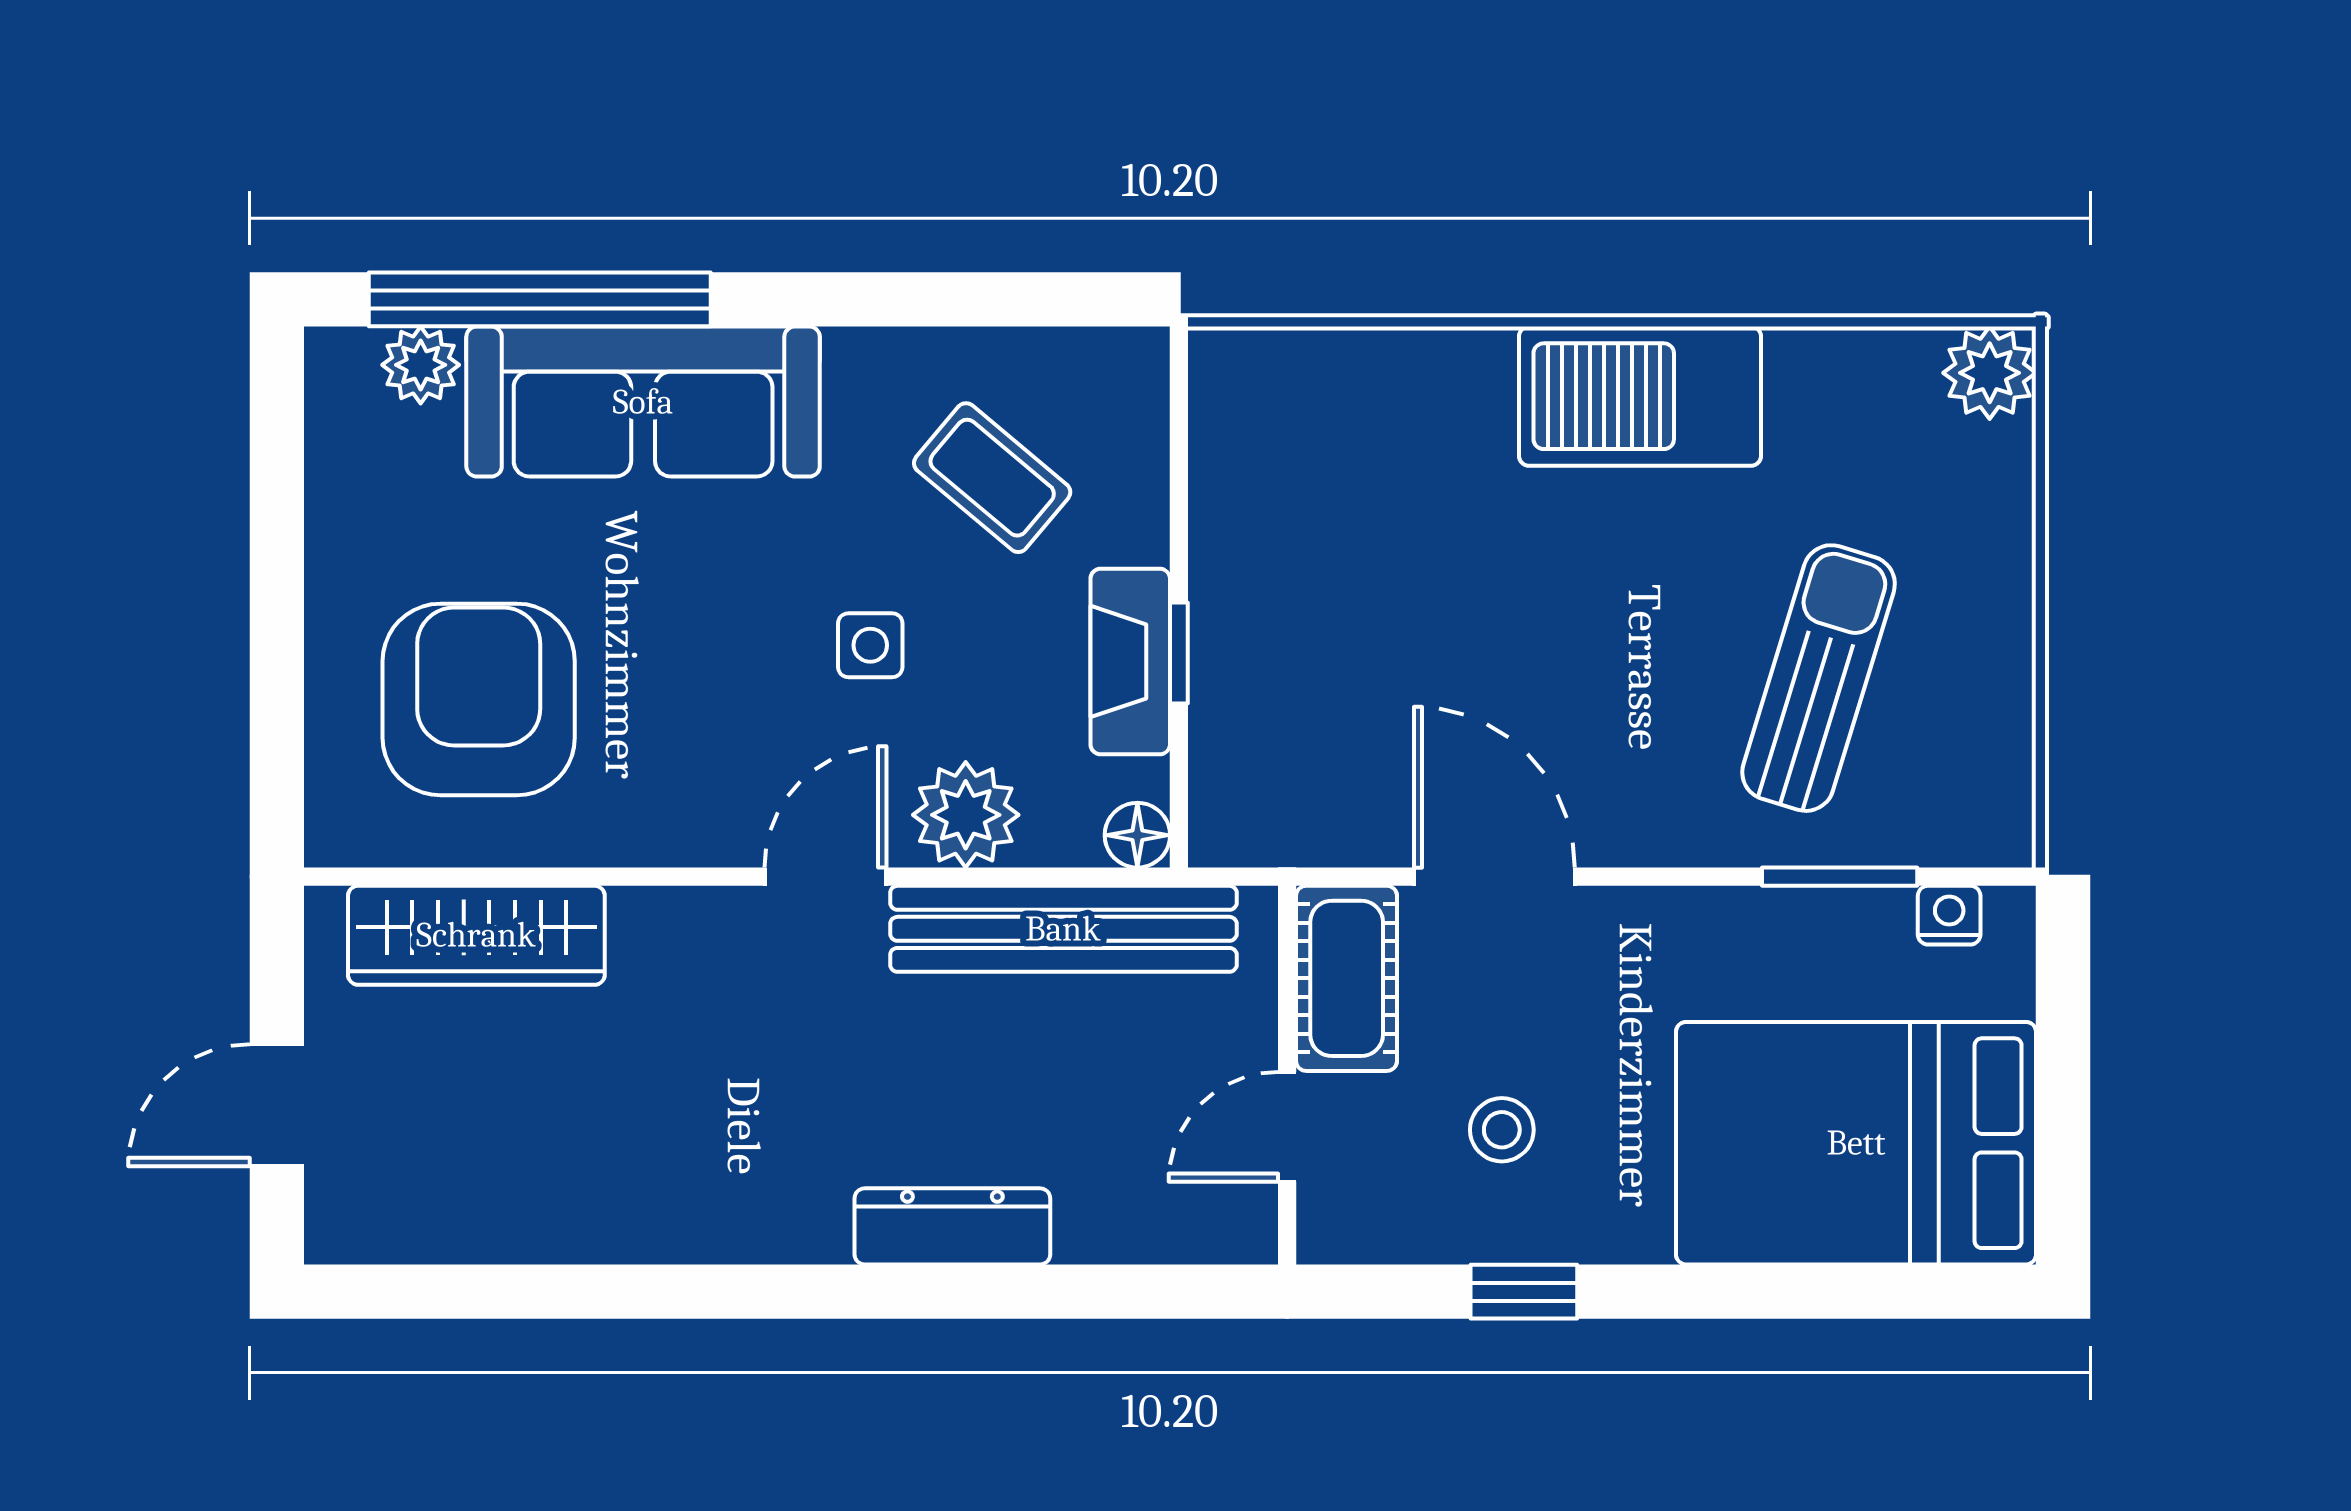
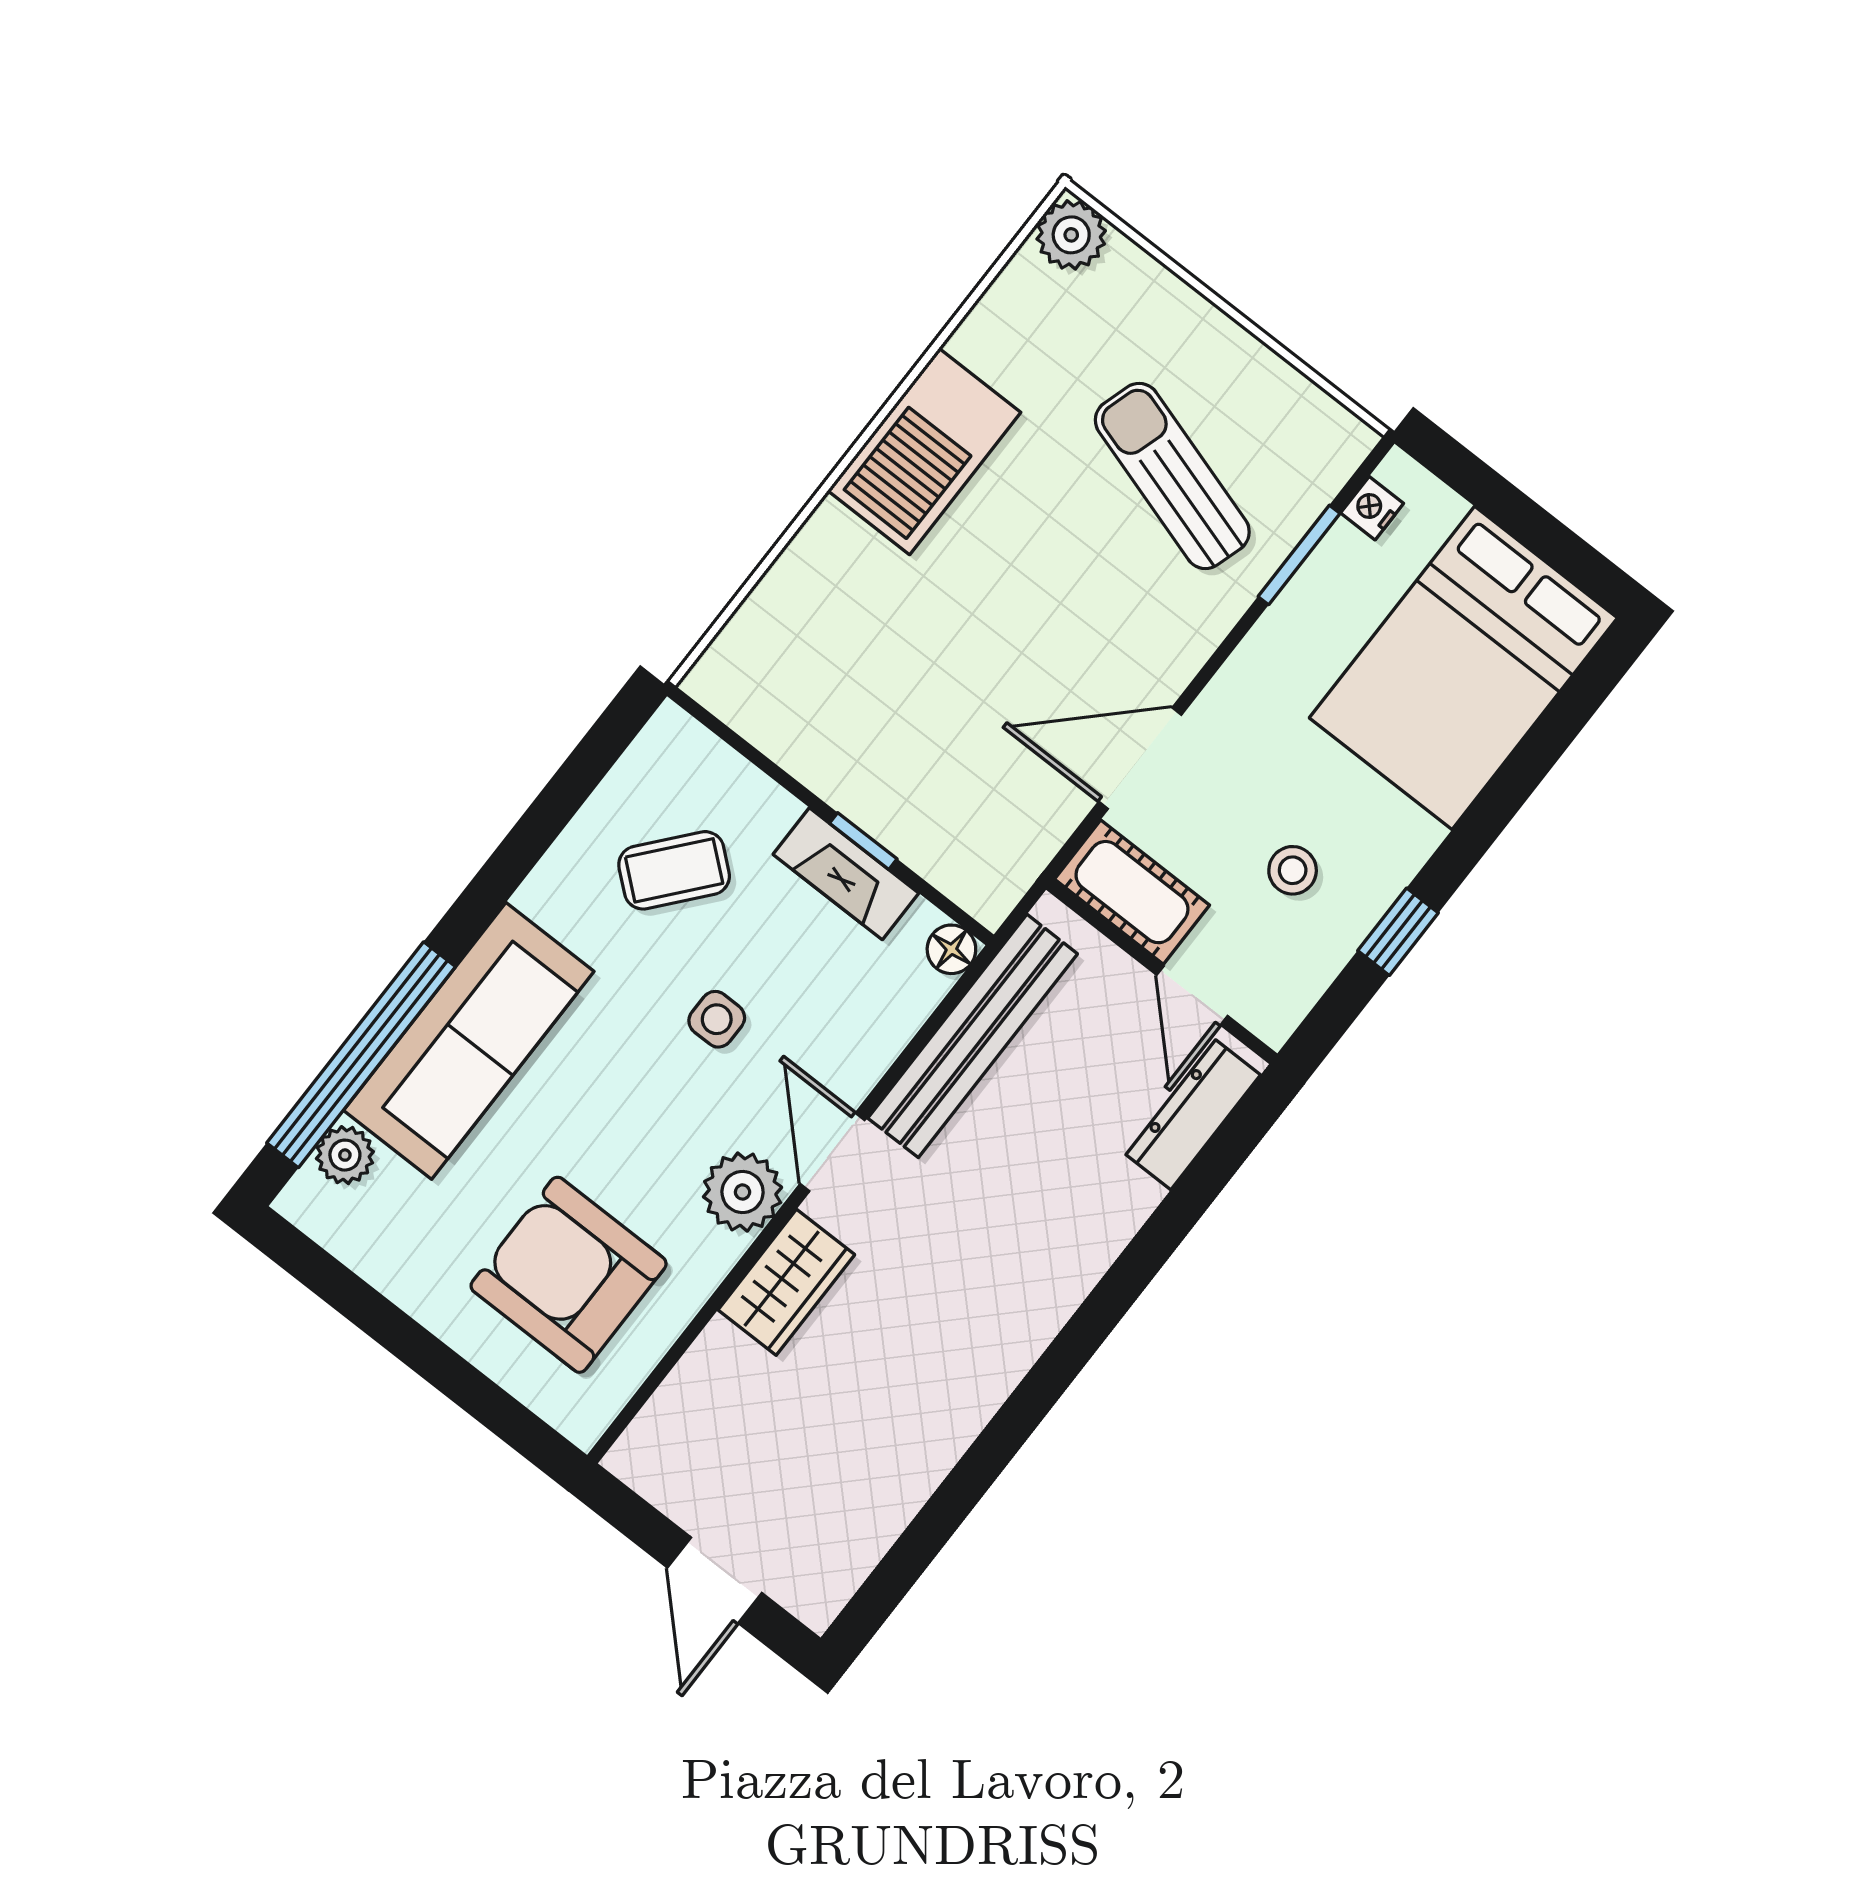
plant: (966, 815) -> (743, 1192), moved
wardrobe: (476, 935) -> (786, 1282), moved, width x0.67
dresser: (952, 1226) -> (1193, 1115), moved

